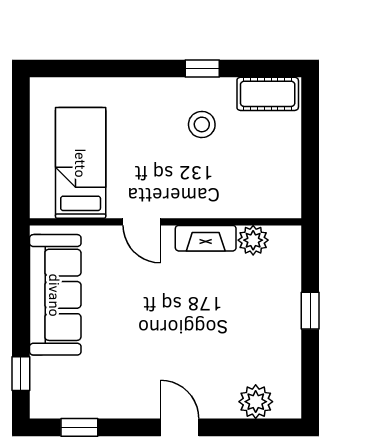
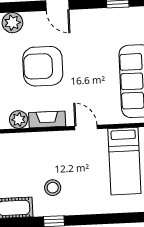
armchair: (209, 327) -> (43, 66), added

